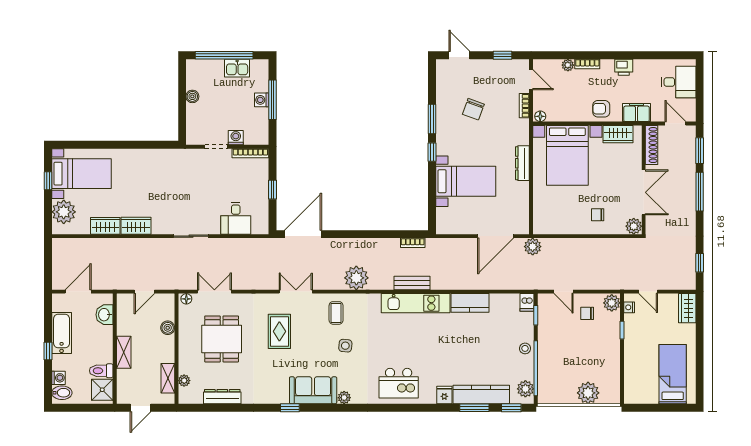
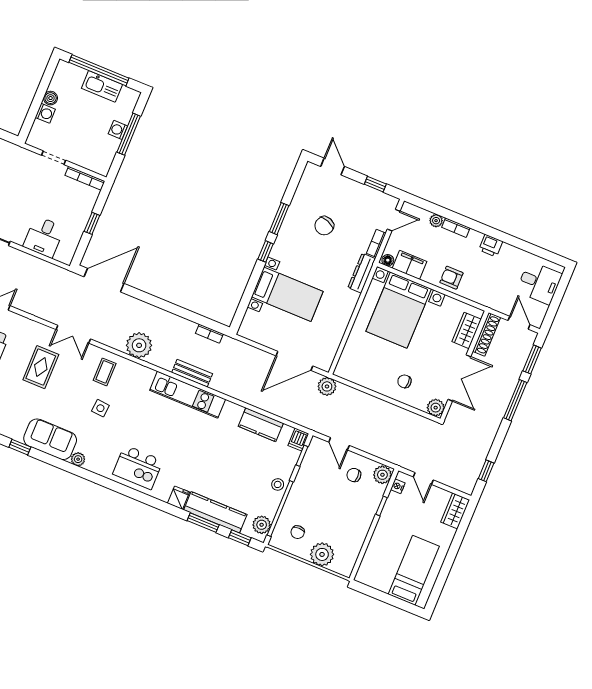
kitchen sink: (237, 68) -> (102, 86), width x1.38
door: (531, 80) -> (394, 220), hinge flipped
filing cabinet: (637, 113) -> (410, 265), moved
wardrobe: (618, 134) -> (467, 330), moved, turned 90
washing machine: (236, 138) -> (45, 113), moved, turned 90
dresser: (522, 163) -> (362, 273), moved
double door: (296, 292) -> (73, 334), swing flipped
kitchen counter: (470, 303) -> (261, 425), moved
chair: (559, 382) -> (298, 532), added

